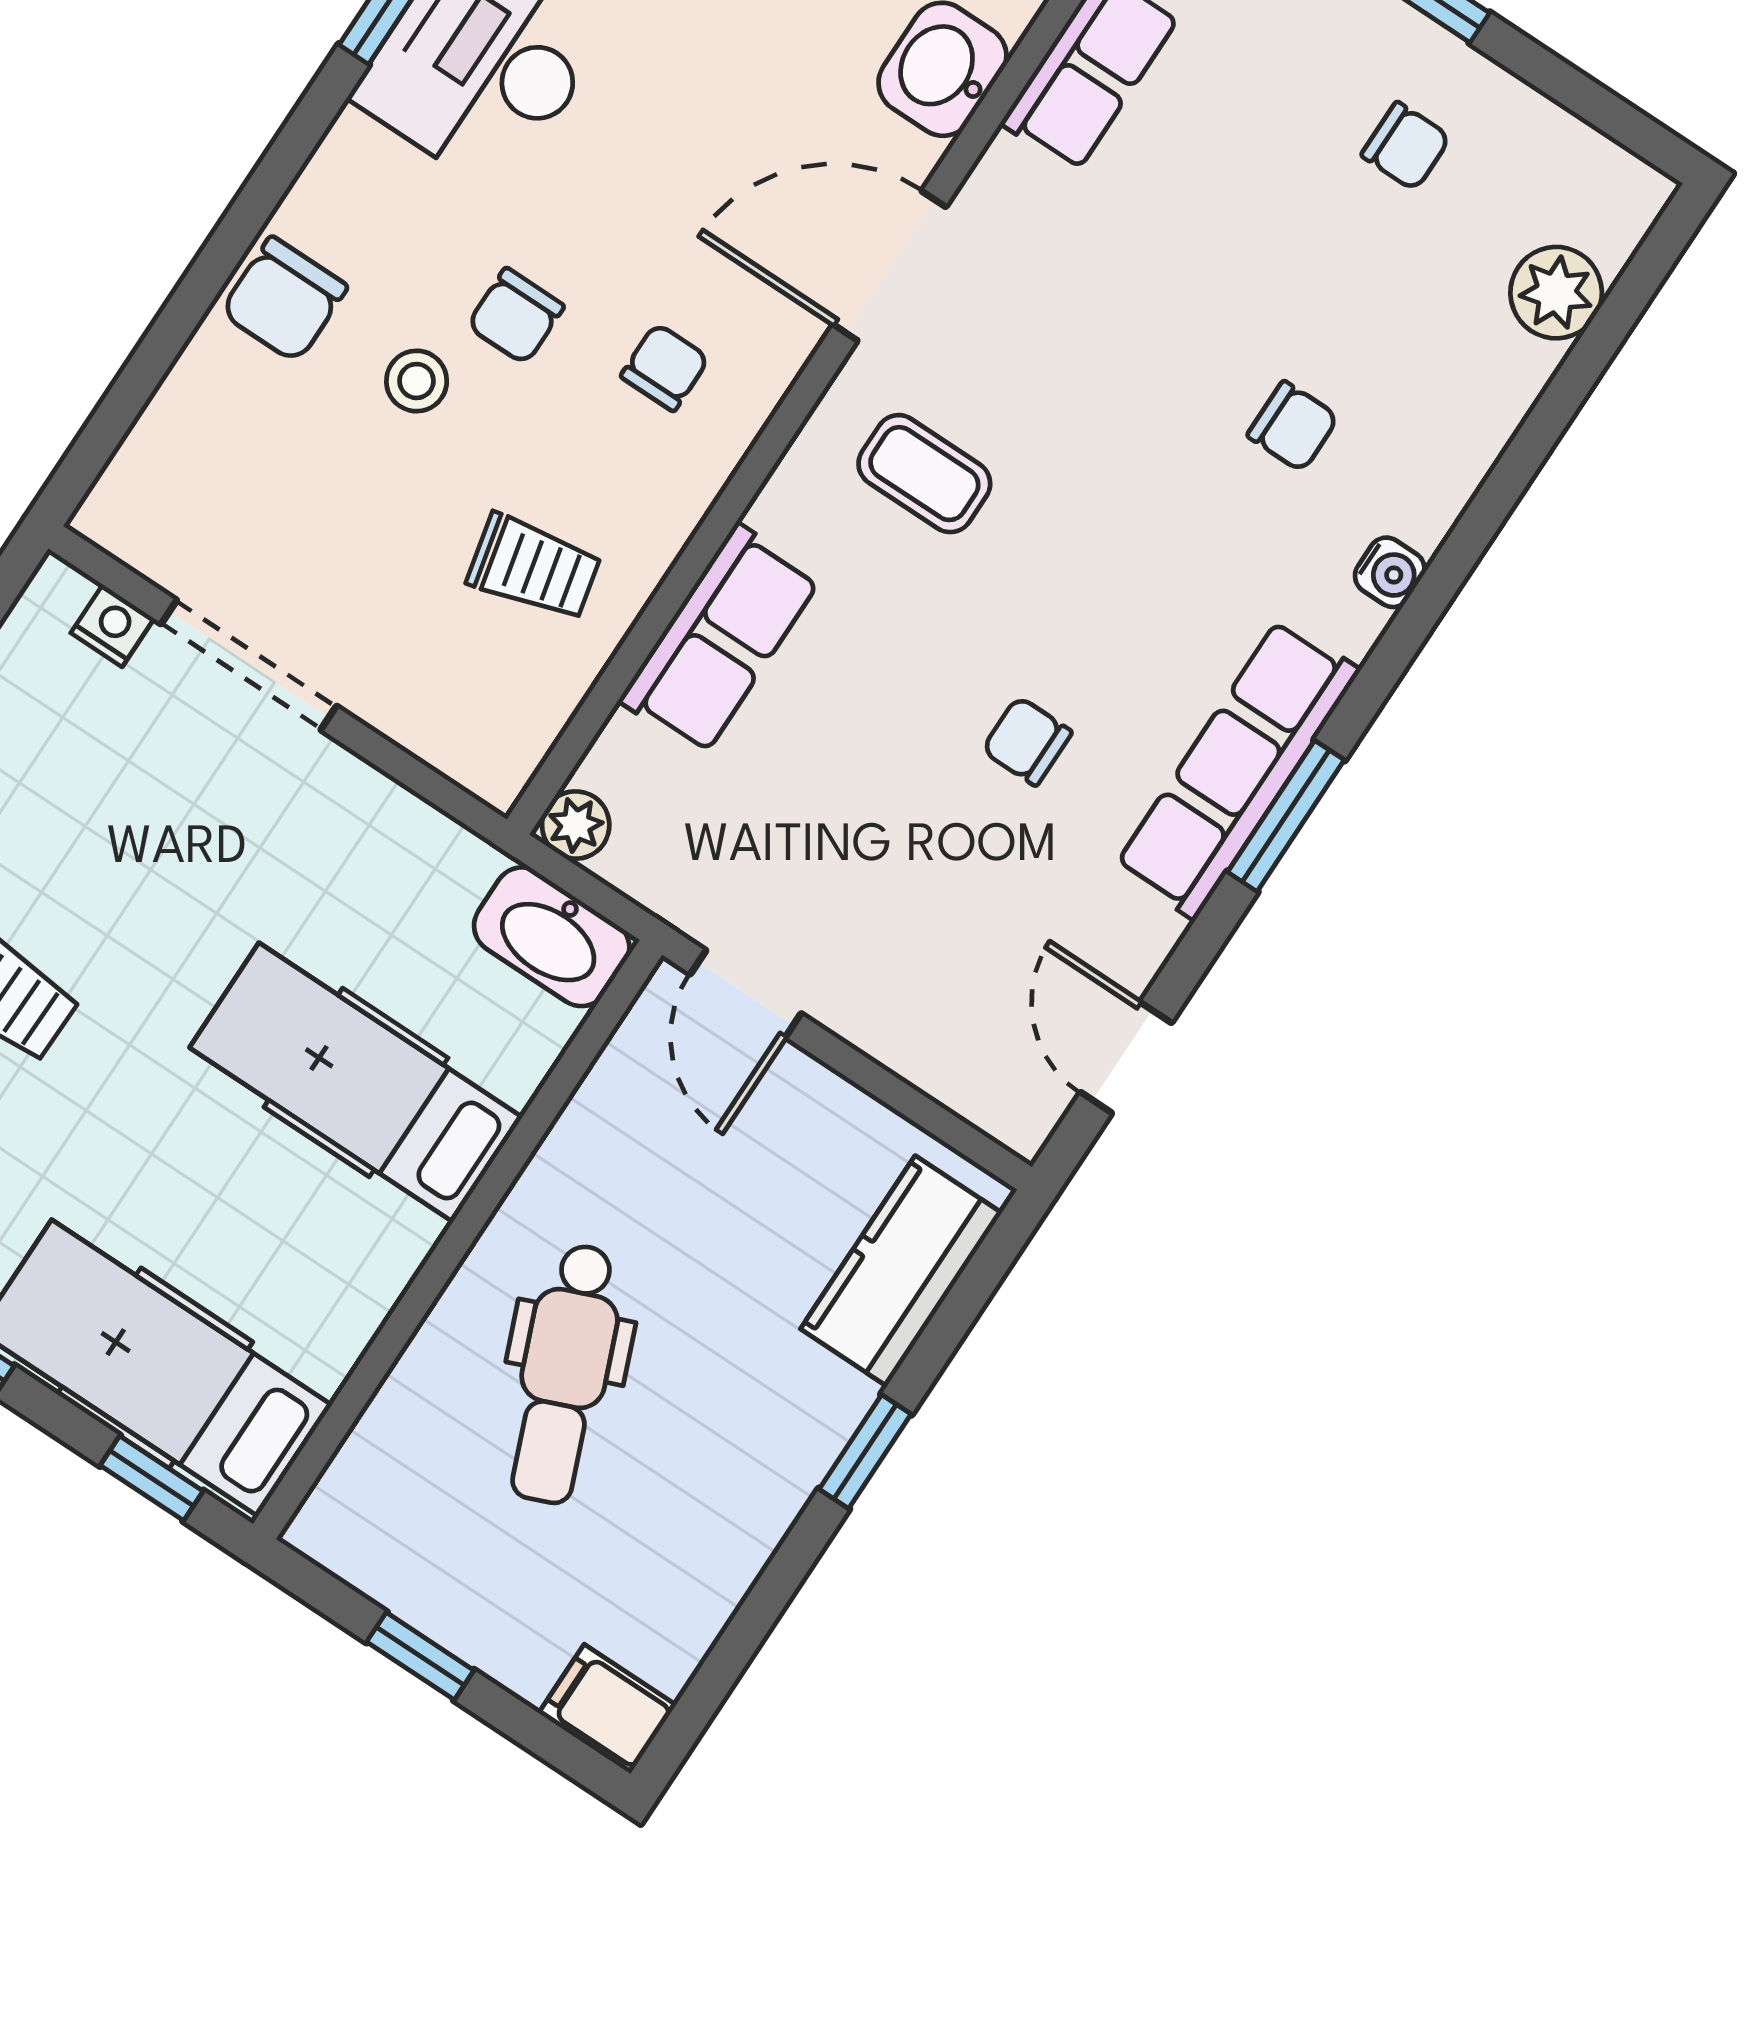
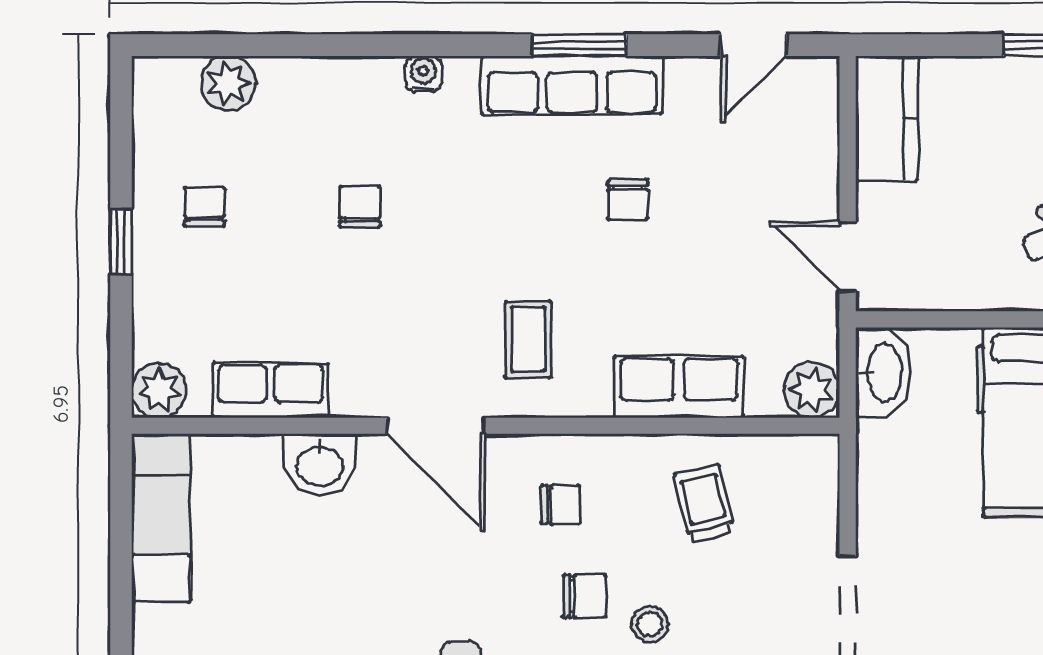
chair: (665, 367) -> (561, 505), turned 180
chair: (1293, 426) -> (360, 207), moved
plant: (576, 825) -> (812, 390), width x1.38, depth x1.38
door: (746, 994) -> (848, 257), swing flipped
kitchen counter: (901, 1271) -> (887, 118), moved, turned -90

